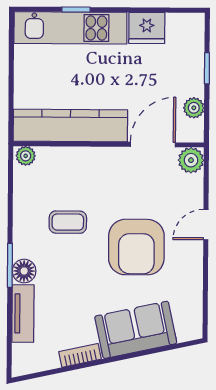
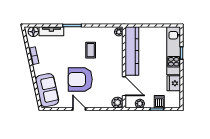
dishwasher: (190, 62) -> (159, 102), added
door: (206, 225) -> (79, 109), moved
floor lamp: (24, 271) -> (33, 32), moved
sofa: (136, 330) -> (47, 90), moved

